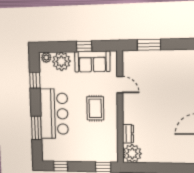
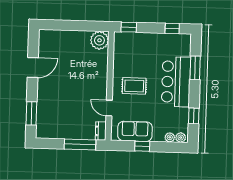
window: (149, 45) -> (80, 144), width x1.44
plant: (61, 61) -> (170, 137), width x0.53, depth x0.53
rug: (95, 108) -> (134, 86), turned 90
dresser: (128, 134) -> (101, 131), moved

